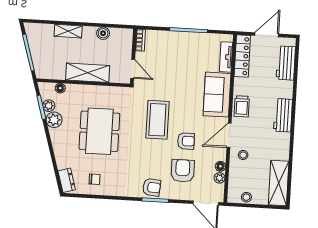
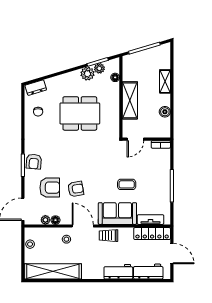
workbench: (283, 115) -> (118, 272), moved
coffee table: (157, 120) -> (127, 184), moved, width x0.54, depth x0.58
armchair: (186, 141) -> (76, 189), turned -100
shelving: (279, 183) -> (53, 271), width x1.47

